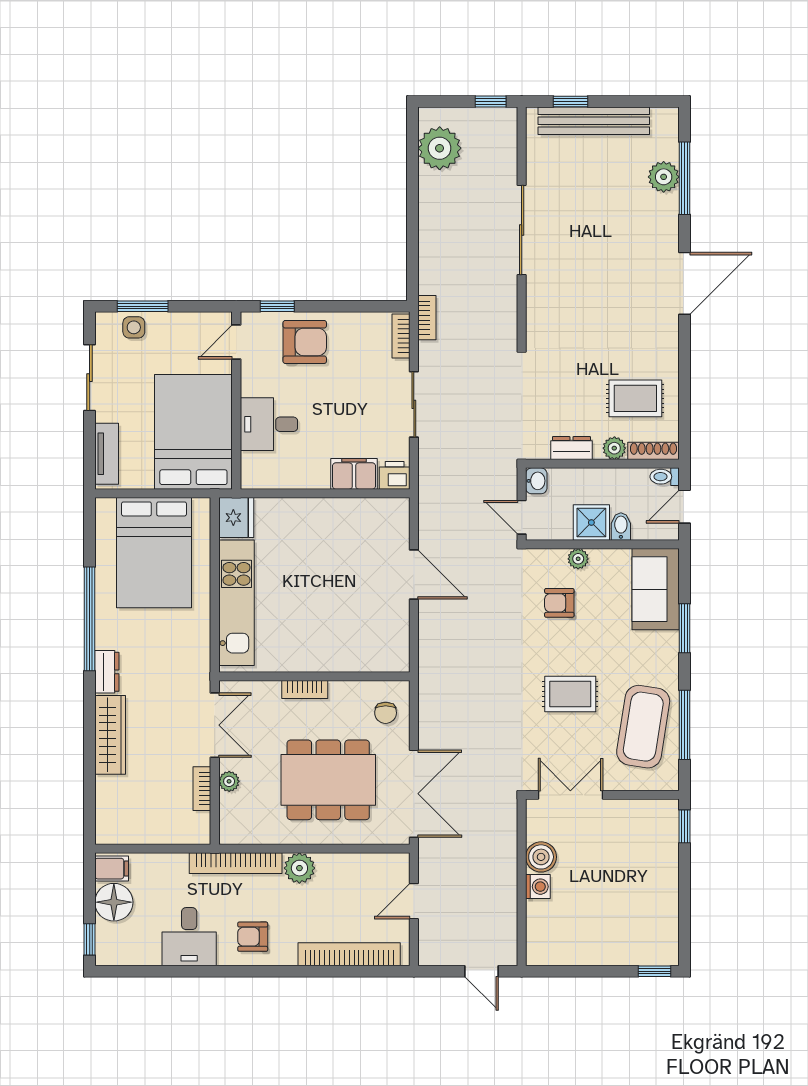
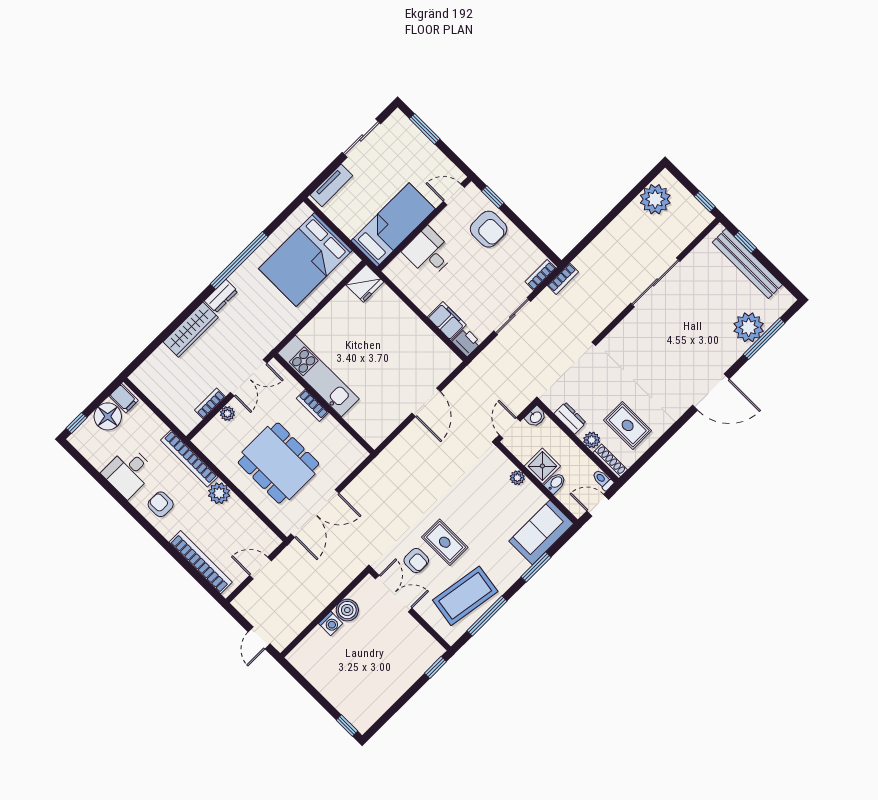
plant: (664, 177) -> (749, 327), width x1.36, depth x1.36
side table: (134, 327) -> (409, 135), removed
bed: (193, 432) -> (393, 225), width x0.67
kitchen unit: (237, 603) -> (318, 376), moved, turned -90
armchair: (559, 603) -> (416, 561), moved, turned 180
chair: (386, 713) -> (342, 458), removed

